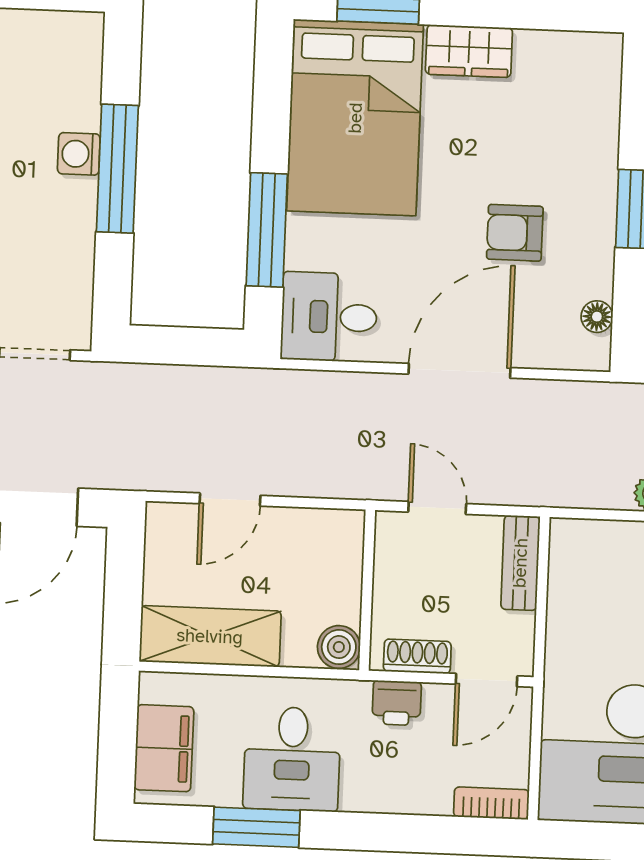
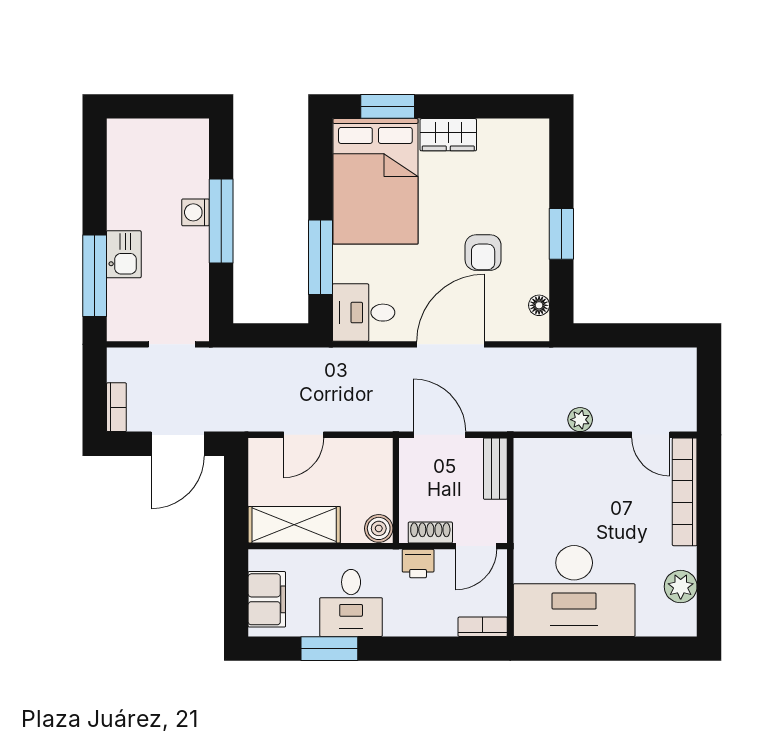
armchair: (515, 233) -> (483, 253), turned -90
door: (437, 508) -> (439, 435), width x1.38

